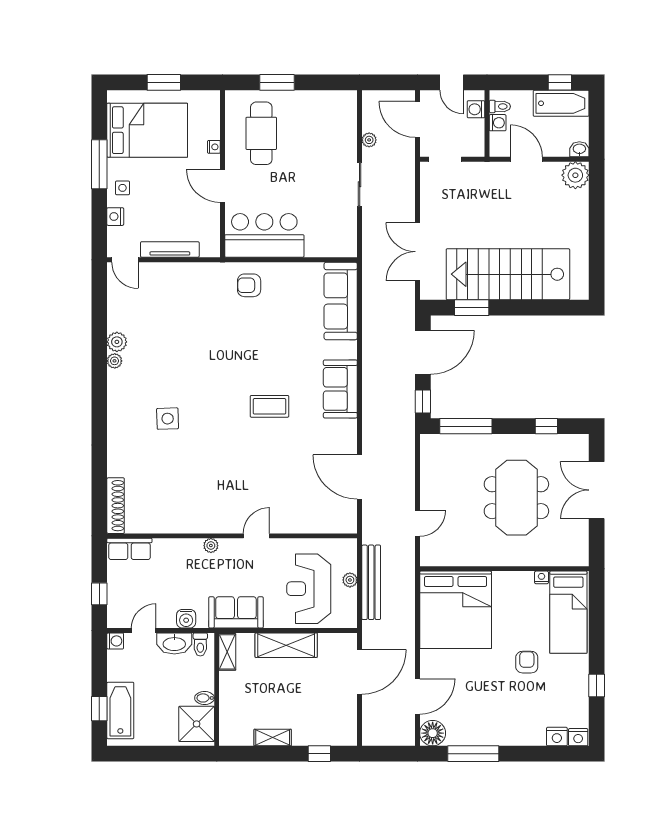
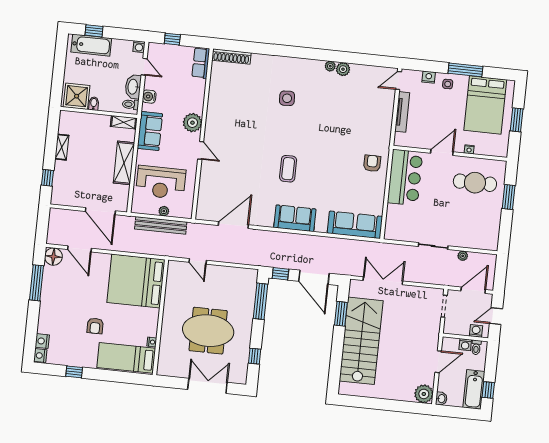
plant: (211, 546) -> (192, 123), width x1.88, depth x1.88
reception desk: (309, 589) -> (161, 182), turned 180
armchair: (527, 662) -> (95, 326), turned 90

